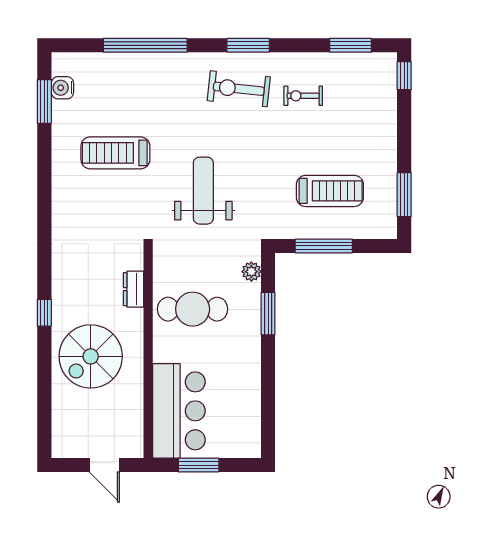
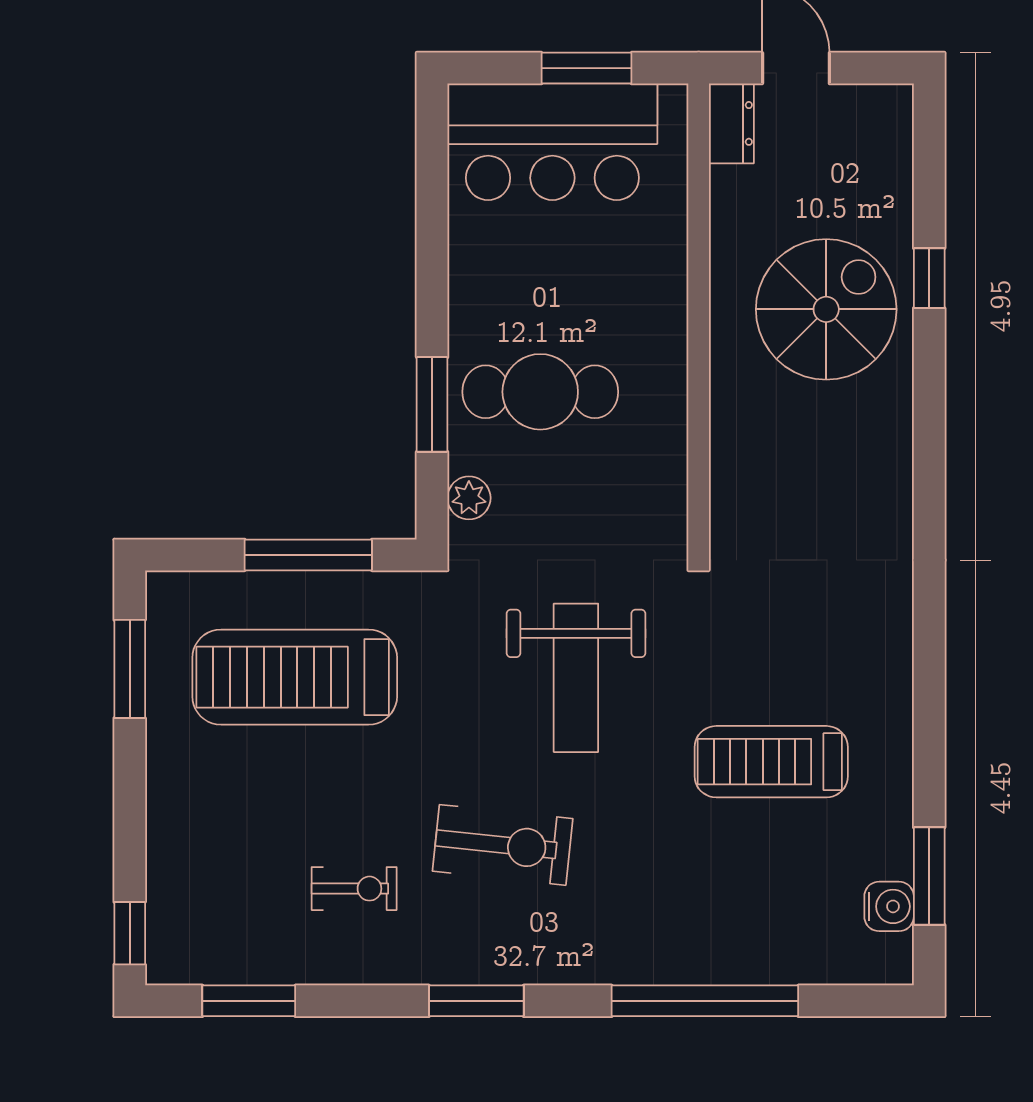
exercise bike: (239, 89) -> (503, 845), moved
treadmill: (115, 153) -> (771, 762), turned 180
treadmill: (330, 191) -> (295, 677), width x1.37, depth x1.38
dresser: (133, 289) -> (731, 123), moved
cafe table: (193, 309) -> (540, 392), moved
window: (44, 313) -> (929, 278), moved
bar counter: (179, 411) -> (552, 142), moved, turned -90

